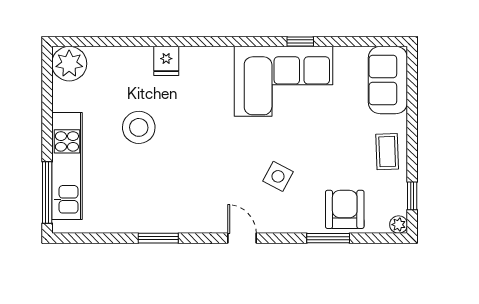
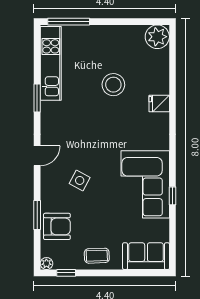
kitchen unit: (67, 166) -> (51, 63), moved, turned -90

